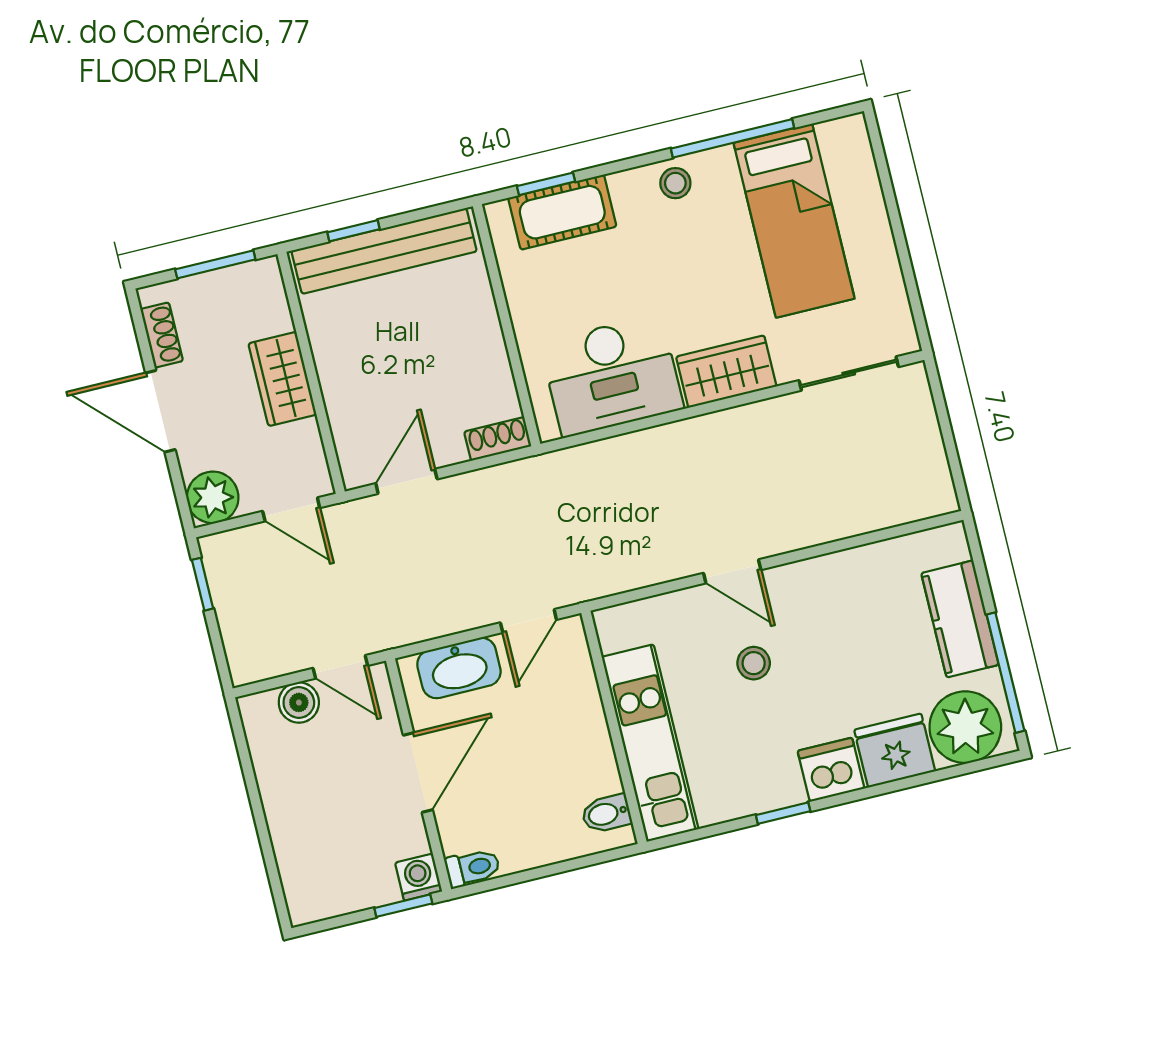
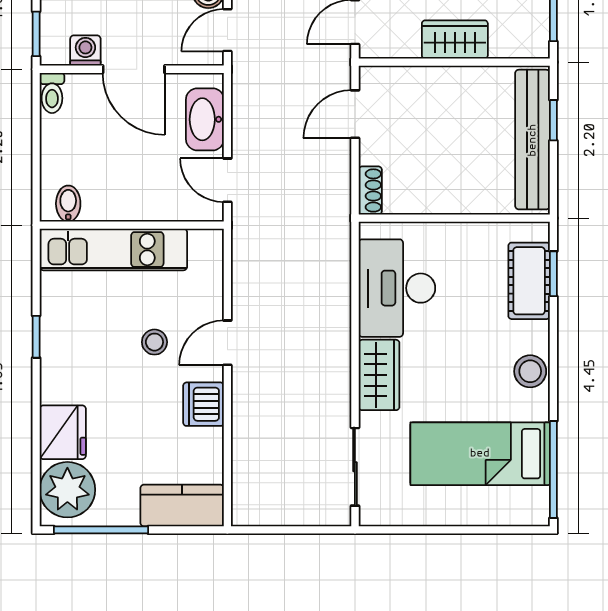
window: (732, 138) -> (553, 470), moved
stool: (675, 183) -> (530, 371), width x1.37, depth x1.37
door: (406, 481) -> (355, 114), swing flipped
kitchen counter: (960, 619) -> (182, 505), moved
dishwasher: (831, 770) -> (203, 404), moved, turned 180
washing machine: (419, 877) -> (85, 51), moved, turned -90

